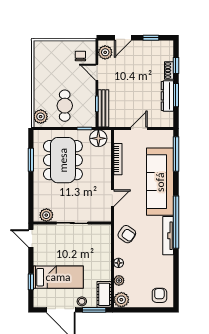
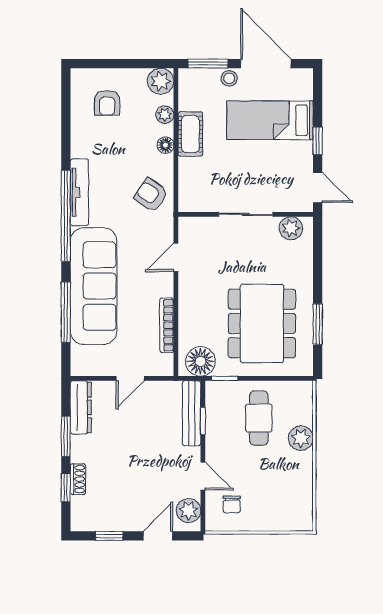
dresser: (167, 96) -> (81, 407), moved
plant: (41, 117) -> (301, 438), moved
window: (176, 154) -> (66, 312), moved
window: (31, 282) -> (318, 141), moved
cot: (104, 294) -> (190, 134), moved
armchair: (159, 295) -> (107, 103), moved

